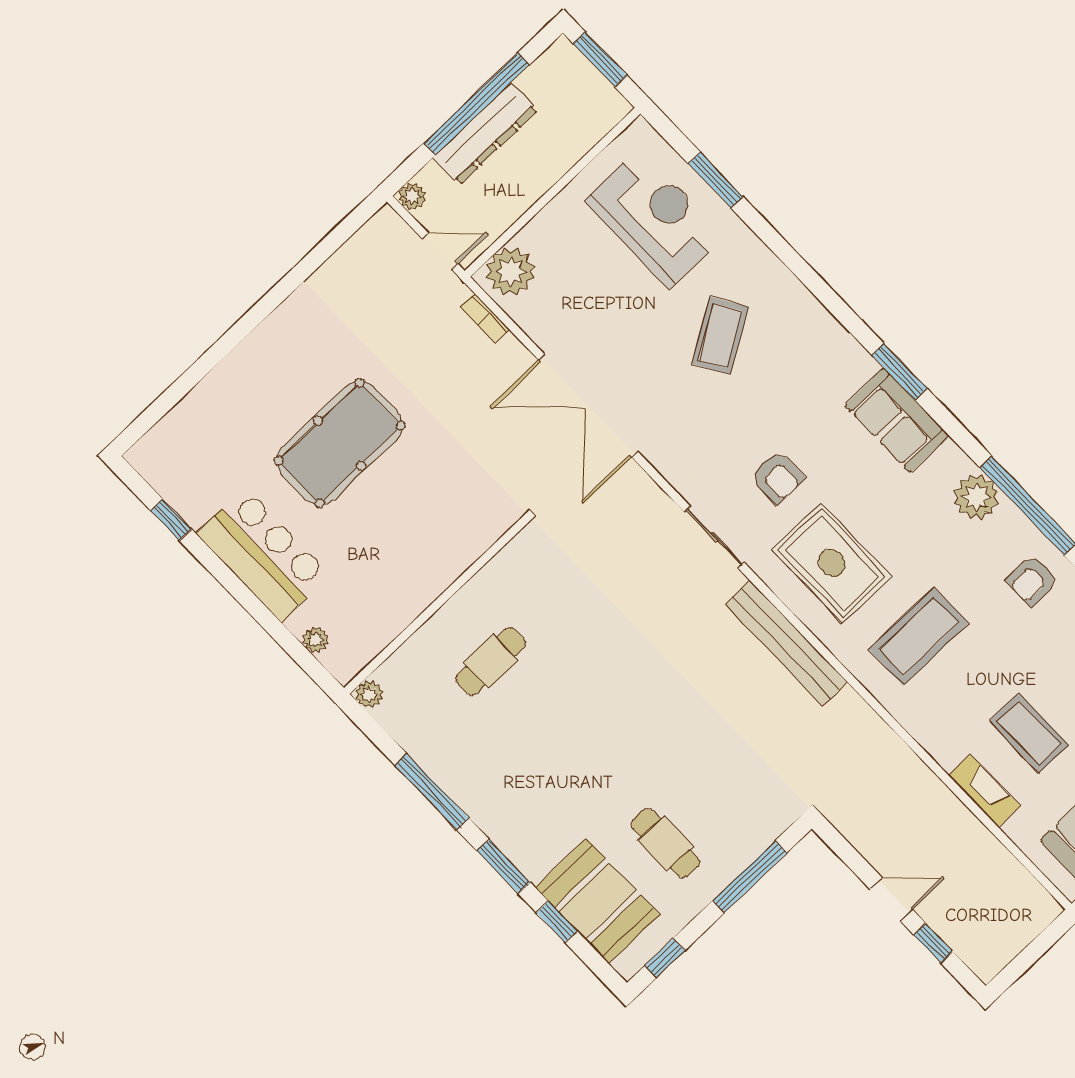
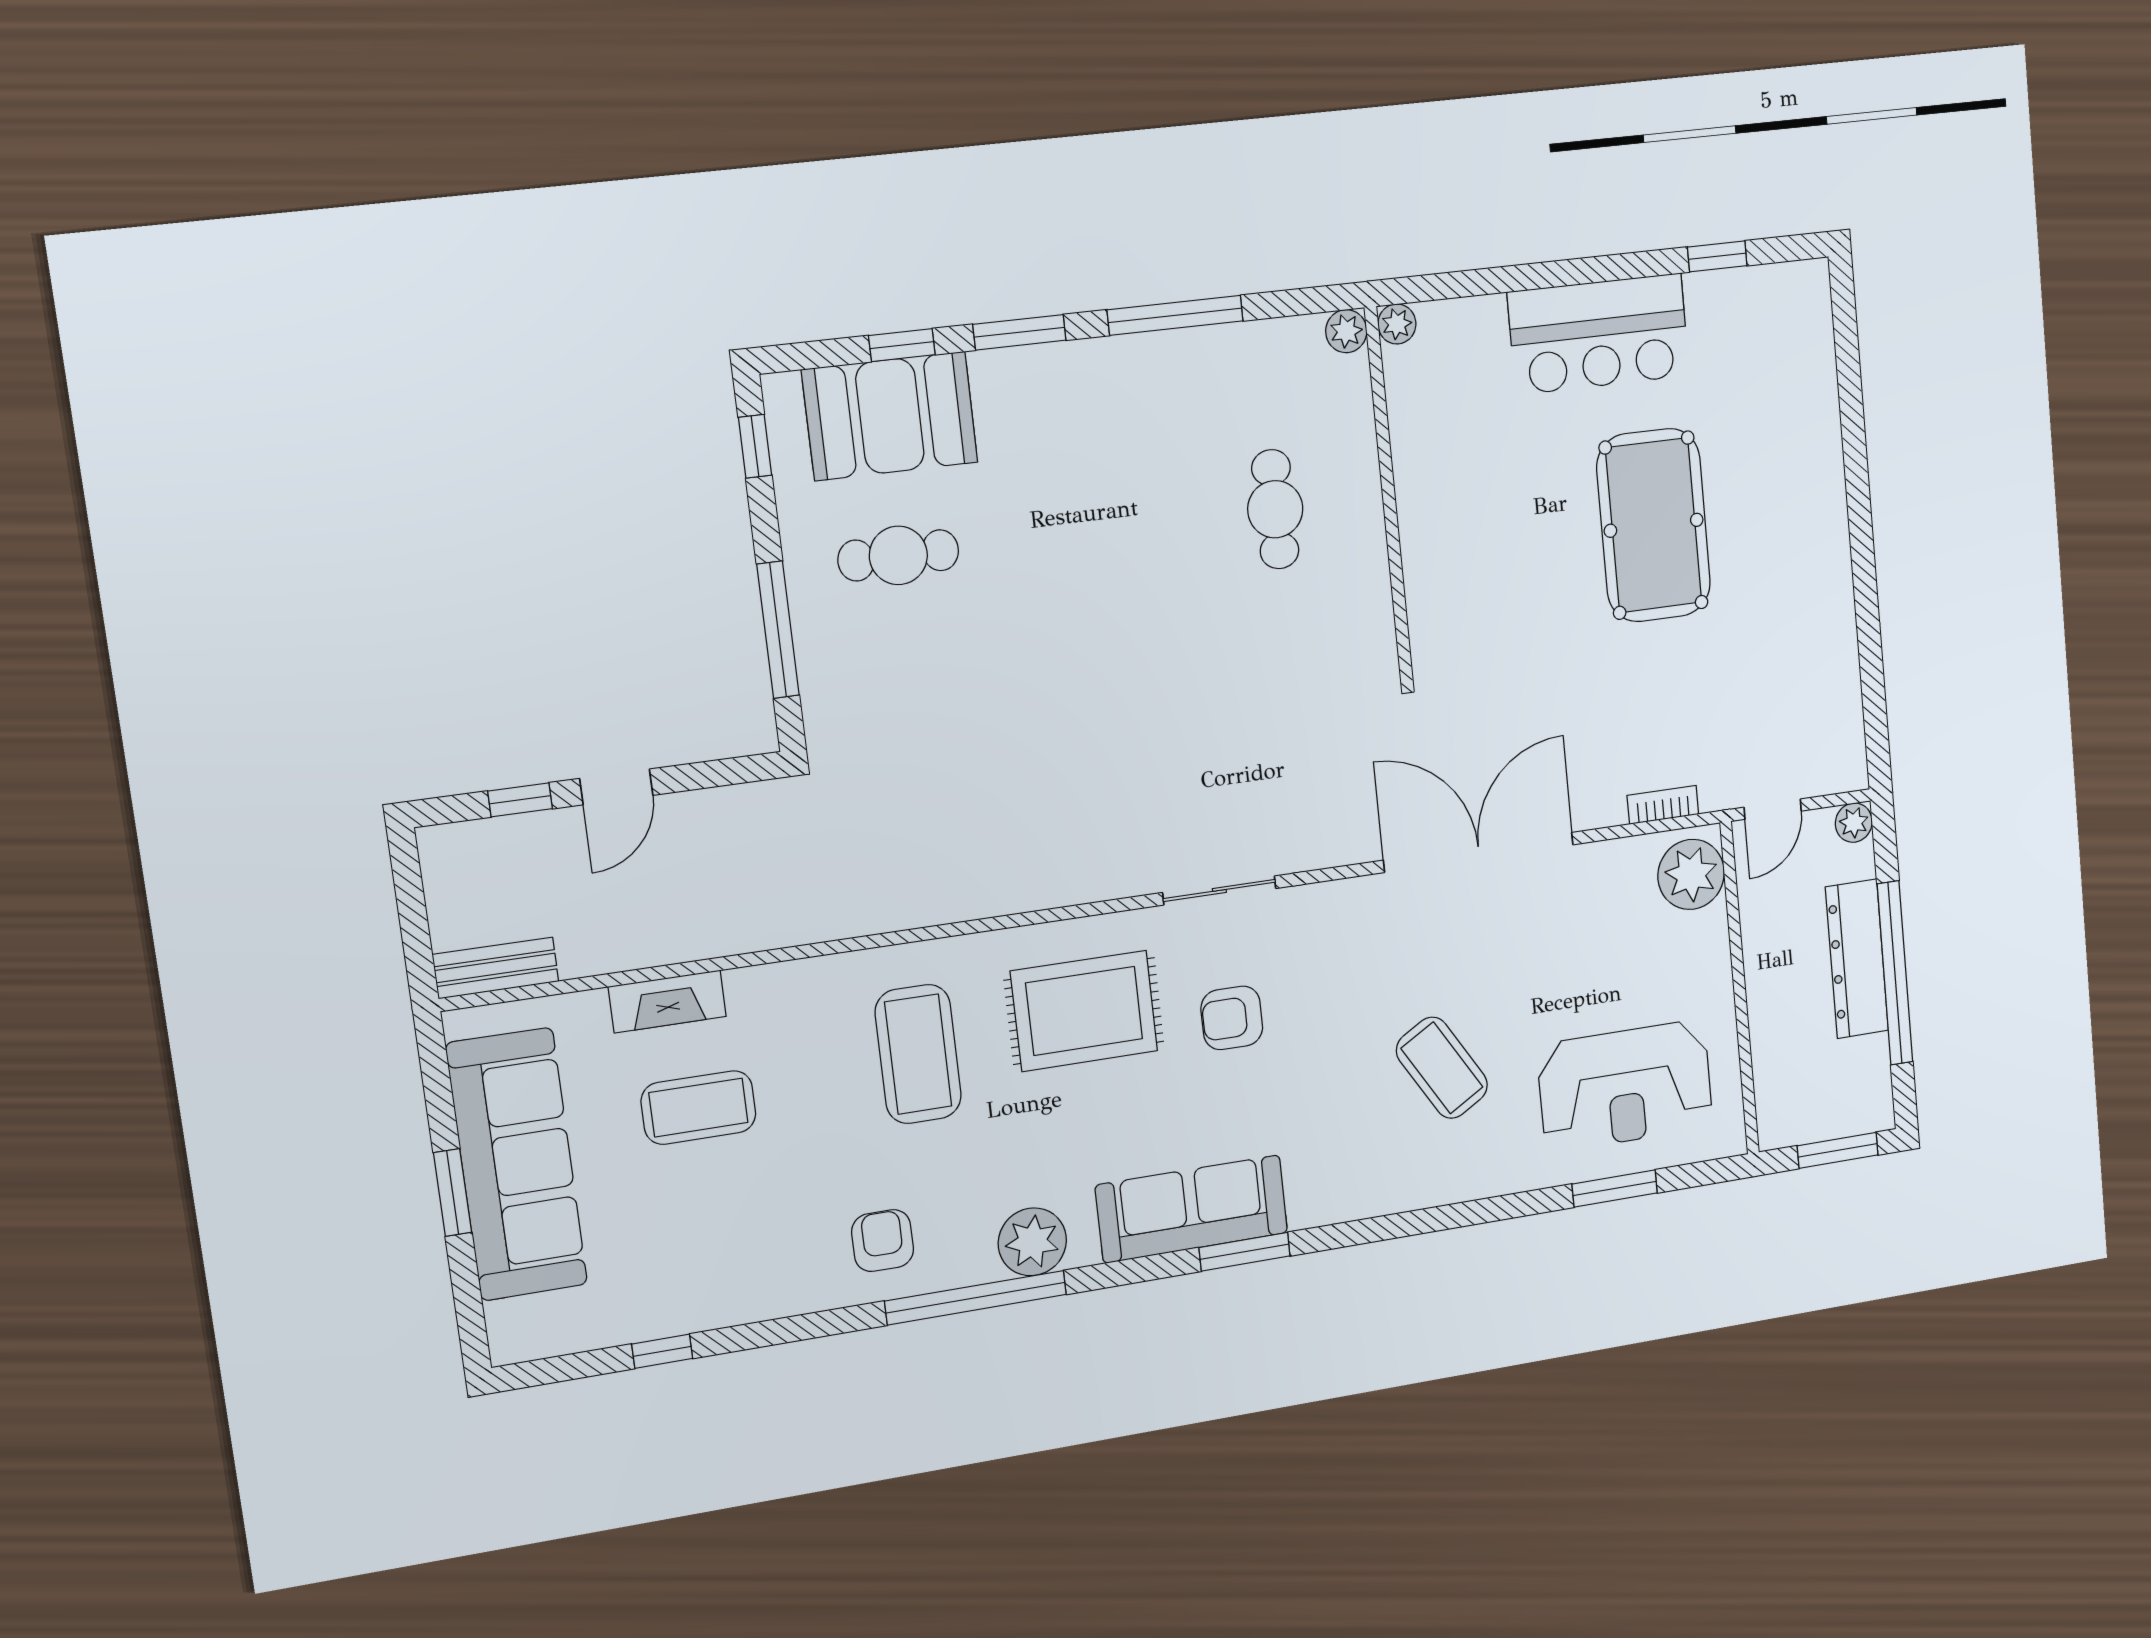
sofa: (897, 420) -> (1192, 1209), width x1.36
plant: (316, 640) -> (1397, 324), moved
bench: (786, 643) -> (496, 968), moved, width x0.54, depth x0.82

